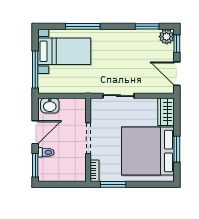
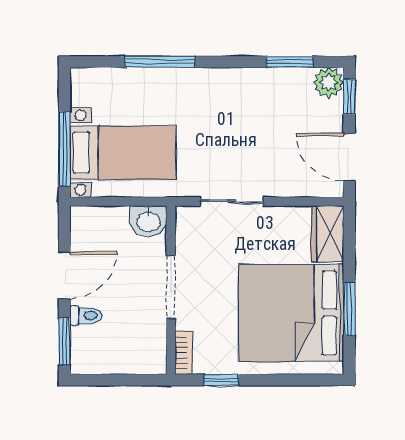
bed with nightstands: (64, 51) -> (123, 153), moved
washbasin: (50, 105) -> (148, 221), moved
window: (113, 184) -> (221, 380), width x0.67

